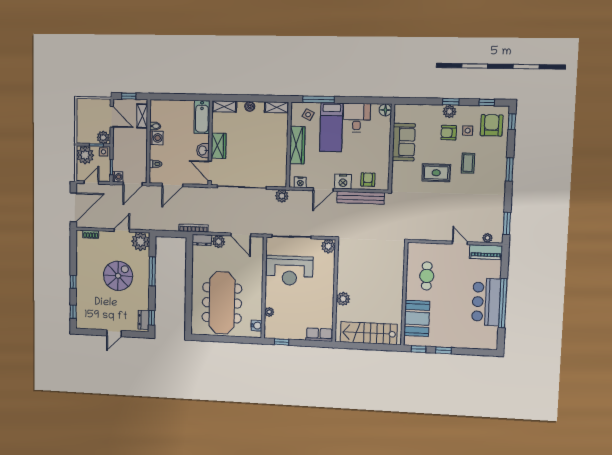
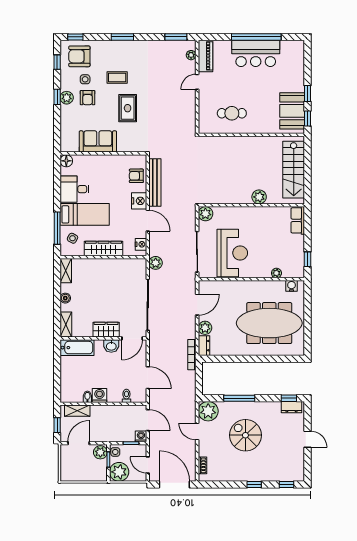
booth: (417, 318) -> (292, 111), moved, turned 90

